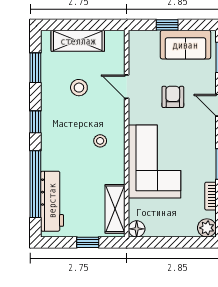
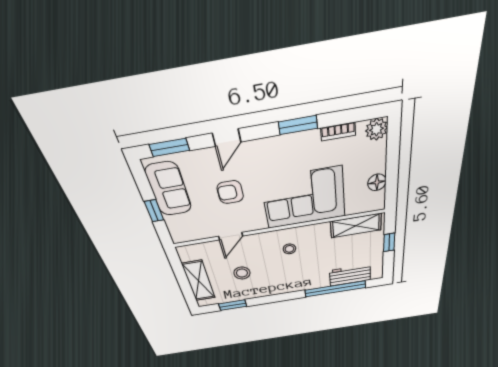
window: (35, 122) -> (280, 298), removed
workbench: (52, 201) -> (350, 275), width x0.73
floor lamp: (137, 229) -> (377, 182), moved

